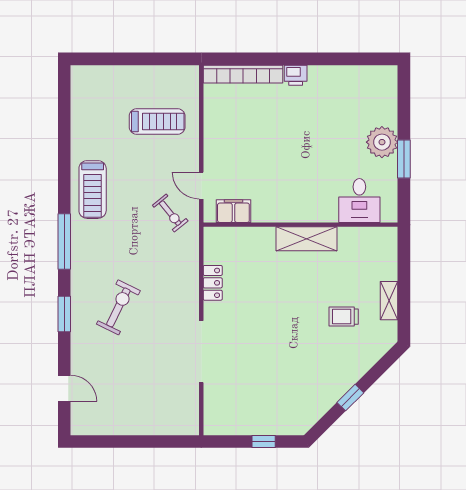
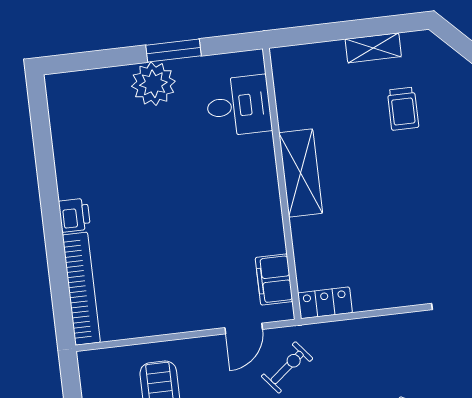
locker: (213, 283) -> (325, 303), moved

